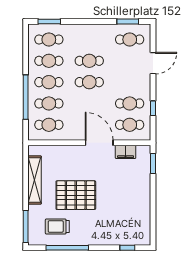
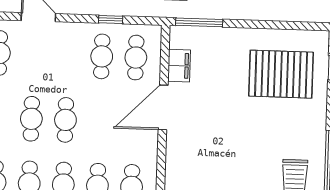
window: (153, 164) -> (199, 22), width x1.44
pallet: (76, 195) -> (281, 74), moved, turned 90

